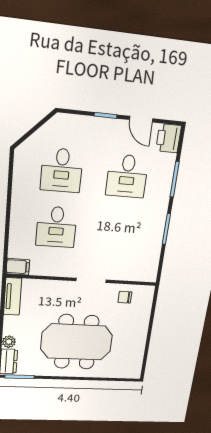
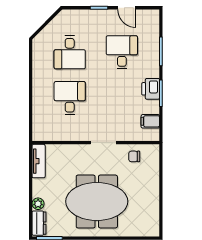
printer: (169, 138) -> (151, 89), moved
desk: (127, 176) -> (122, 52), turned 180
desk: (56, 227) -> (70, 98), turned 180
filing cabinet: (18, 267) -> (150, 121), moved, turned 180

